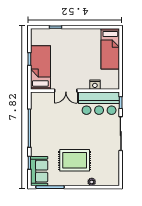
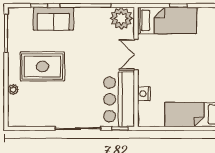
plant: (39, 102) -> (121, 18), added
rug: (75, 160) -> (42, 66), turned 90
sofa: (39, 171) -> (53, 19), moved

